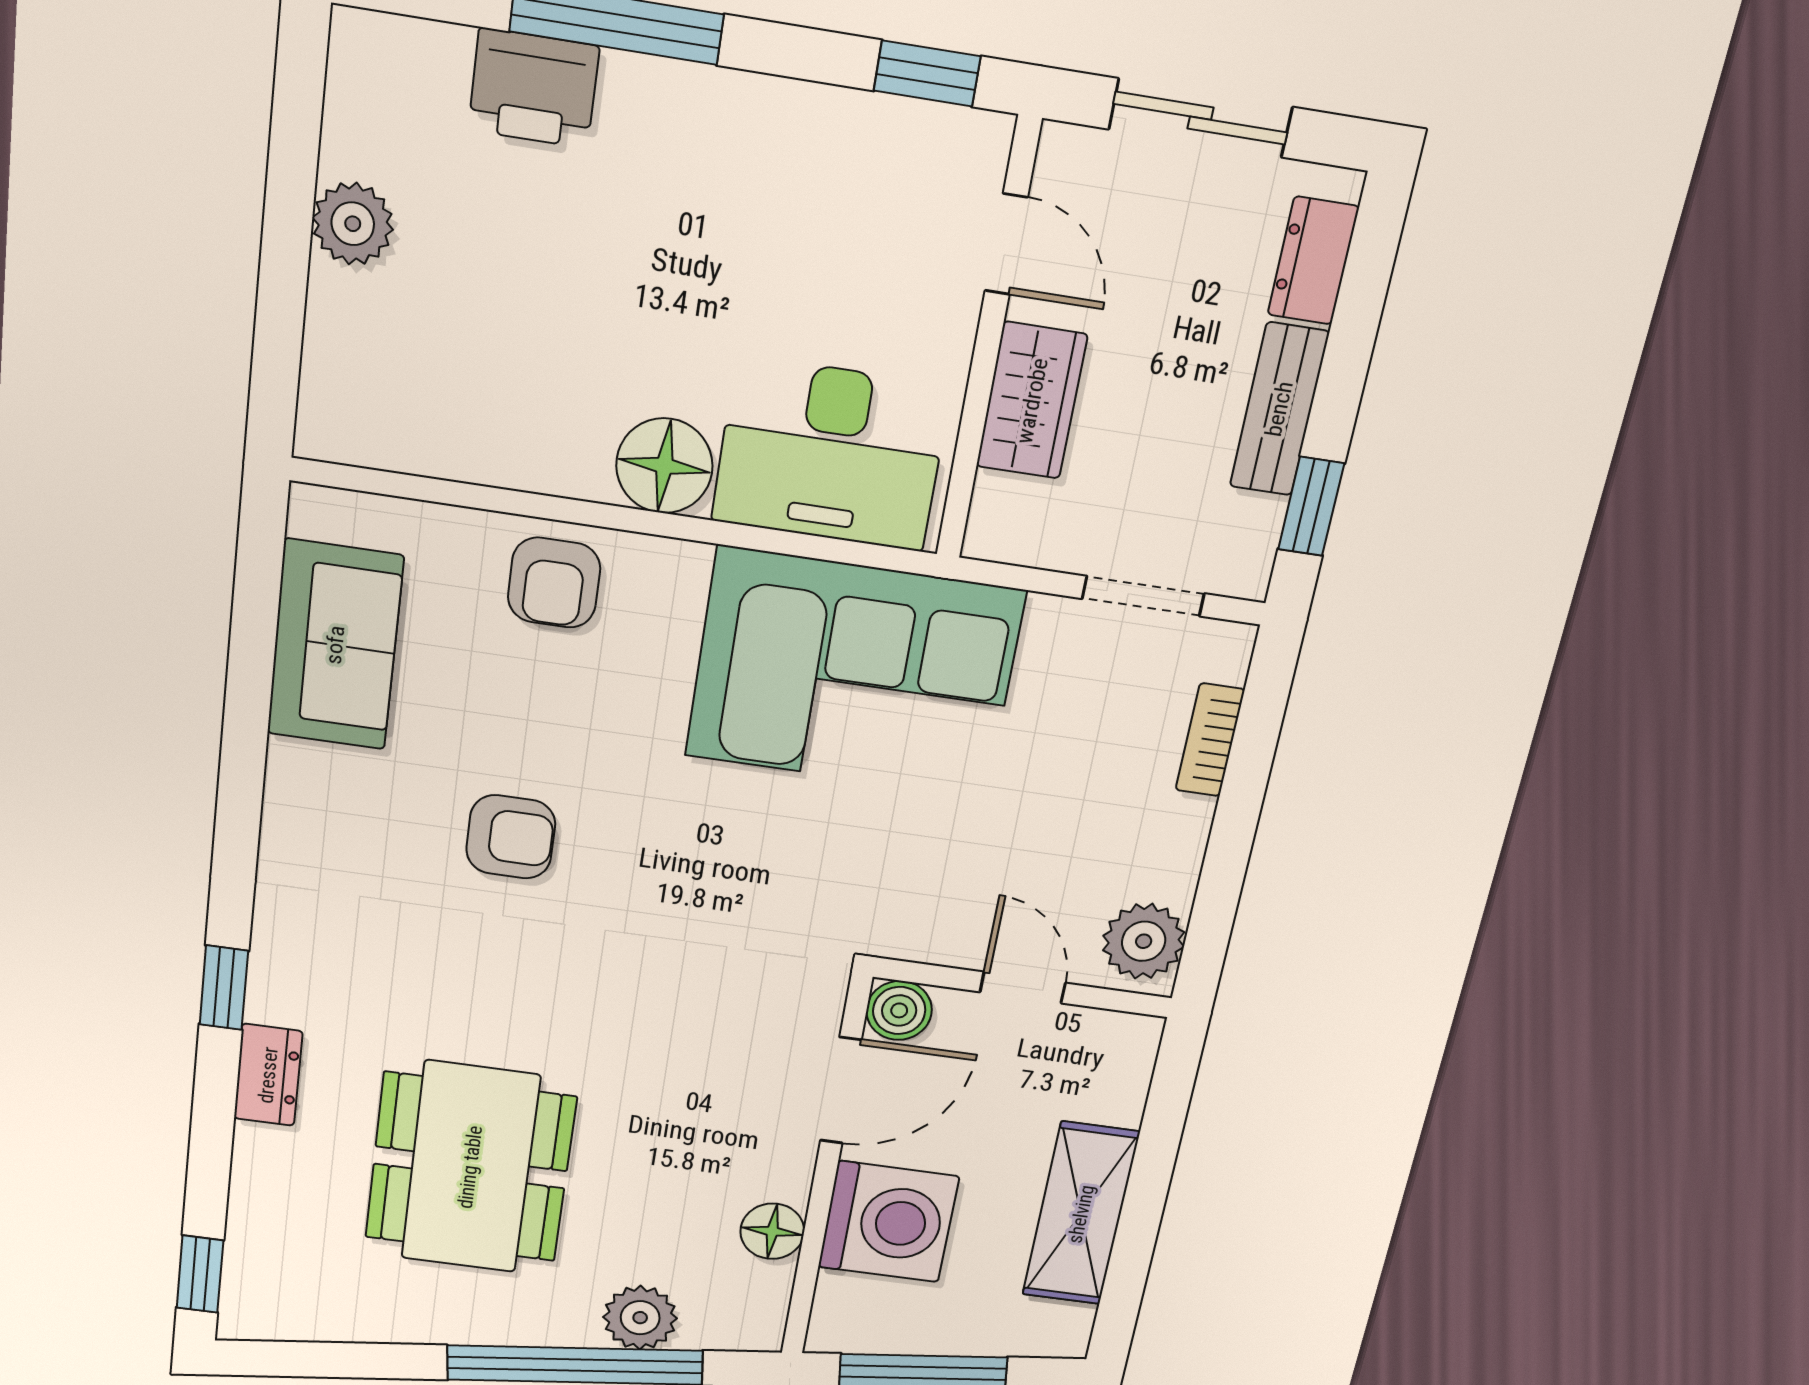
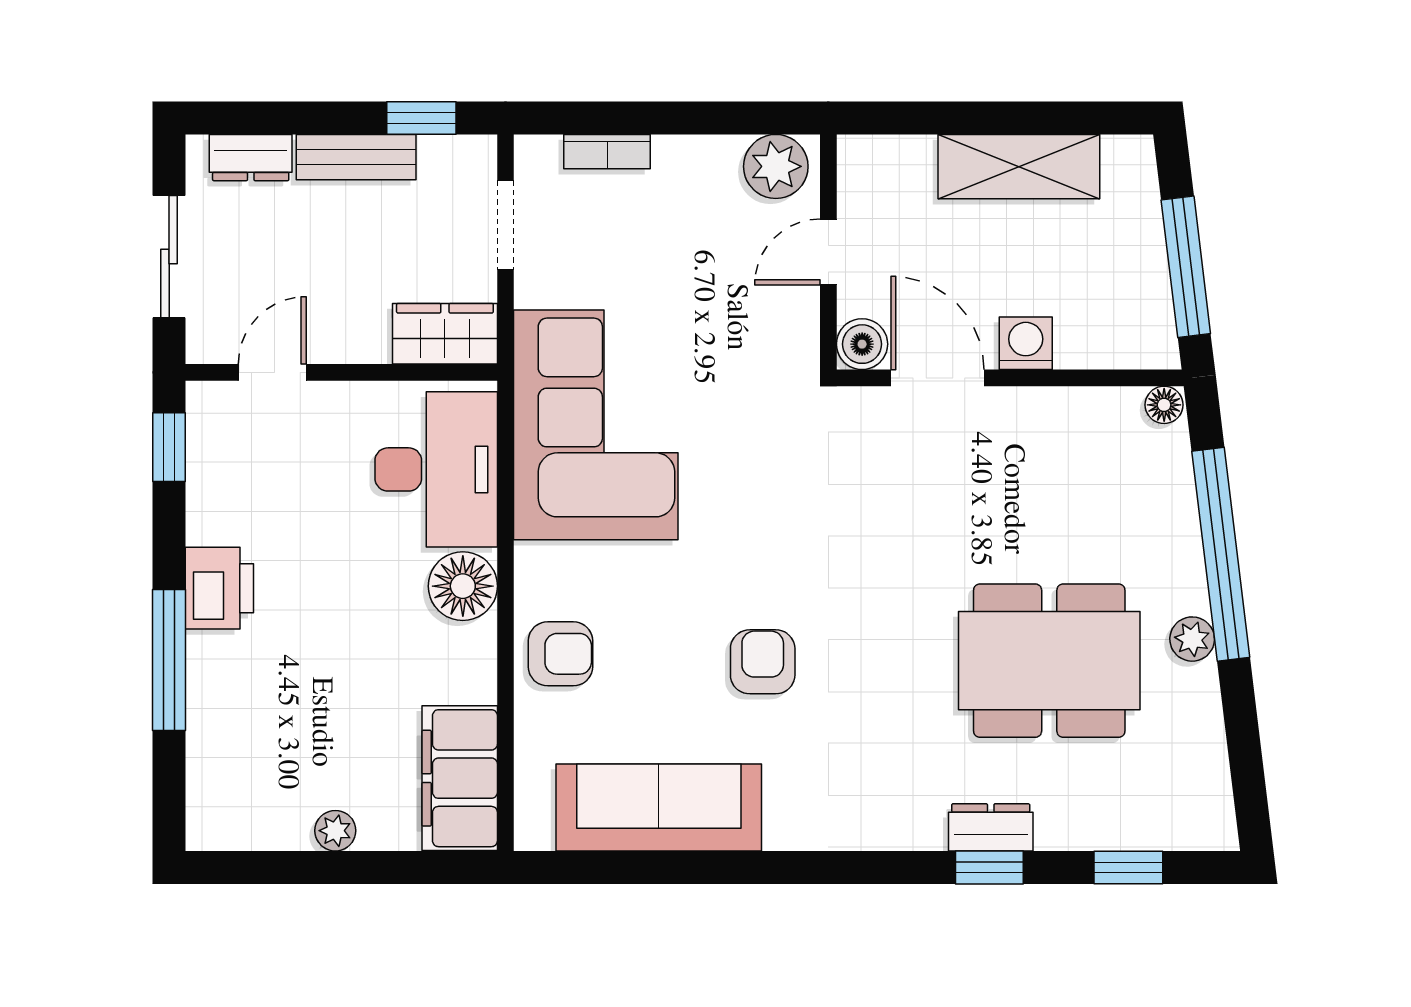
printer: (534, 88) -> (219, 588), moved
plant: (353, 224) -> (335, 831), width x0.73, depth x0.73
wardrobe: (1032, 401) -> (445, 334), moved
filing cabinet: (398, 421) -> (460, 778), added
sofa: (335, 645) -> (659, 807), width x1.36
window: (224, 988) -> (989, 867), moved
washing machine: (888, 1222) -> (1026, 343), width x0.53, depth x0.53
floor lamp: (772, 1231) -> (1164, 405), moved, width x0.73, depth x0.73
window: (200, 1274) -> (1128, 867), moved
plant: (640, 1318) -> (1192, 639), moved, width x0.73, depth x0.73

